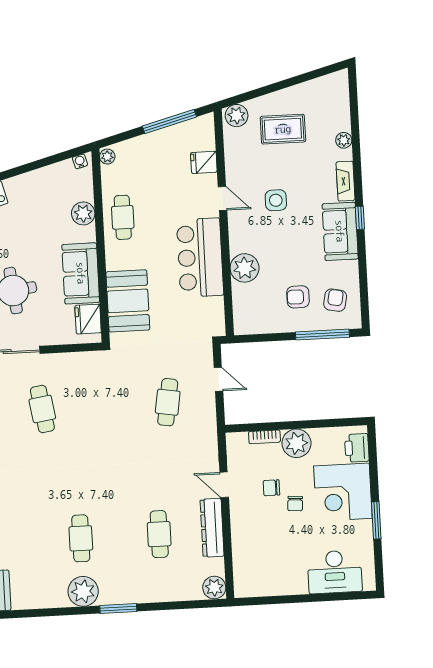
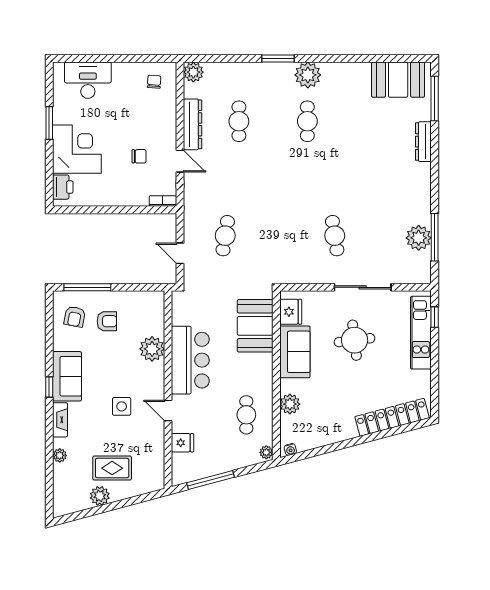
plant: (237, 116) -> (100, 496), moved
cafe table: (123, 217) -> (246, 415), moved
bookcase: (264, 437) -> (163, 201), moved
plant: (296, 443) -> (115, 194), removed
chair: (295, 504) -> (154, 82), moved

